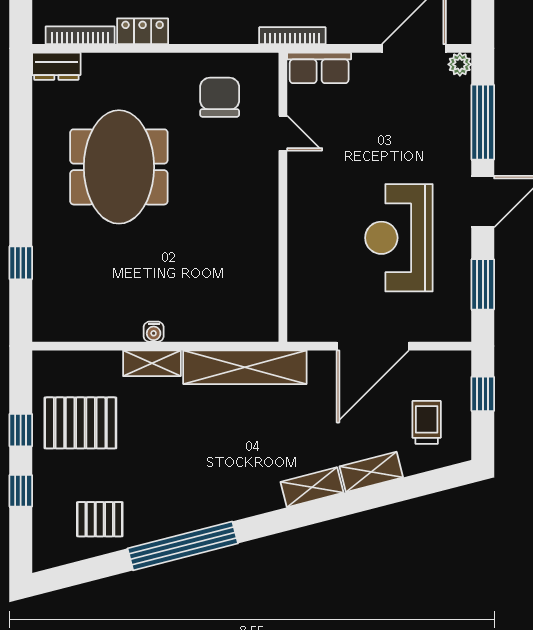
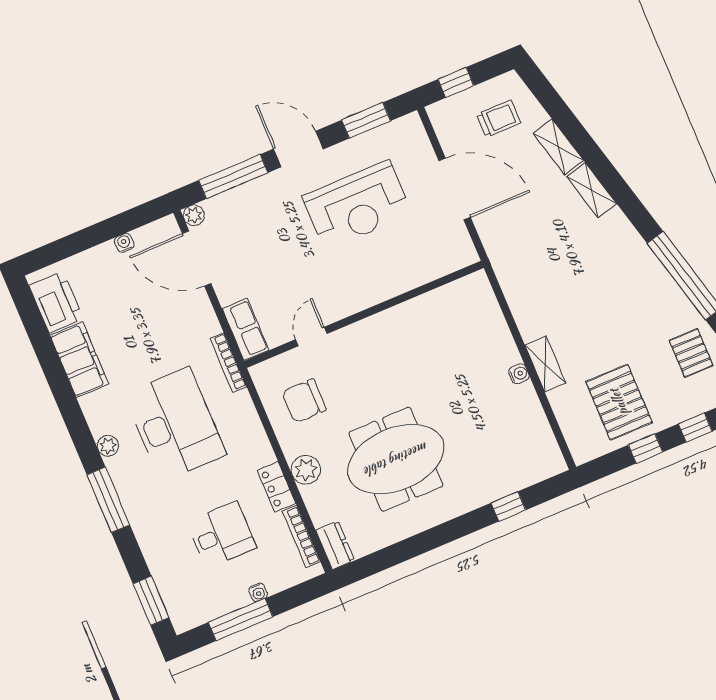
plant: (147, 69) -> (306, 470), added
shelving: (245, 367) -> (516, 287), removed
trolley: (427, 422) -> (499, 119), turned 180

